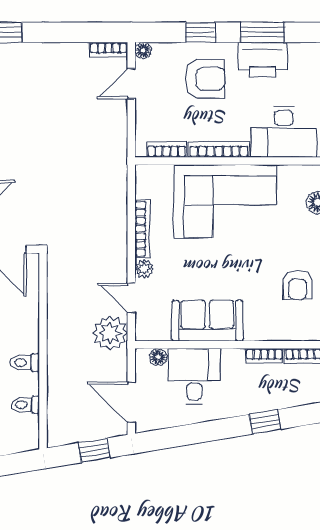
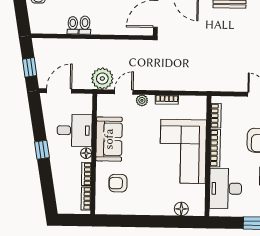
bookcase: (142, 229) -> (167, 100), width x0.64
armchair: (298, 285) -> (118, 183), moved
floor lamp: (158, 357) -> (86, 153), moved
toilet: (25, 405) -> (73, 25), moved
window: (265, 422) -> (42, 150), moved

